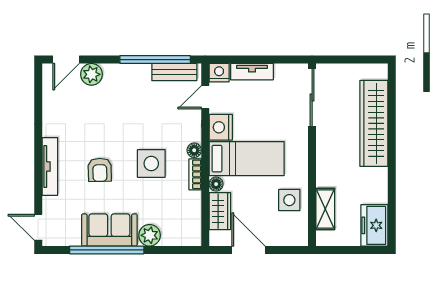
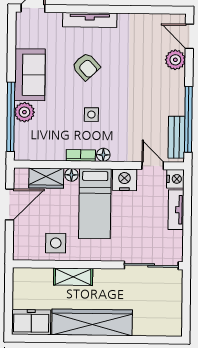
wardrobe: (374, 123) -> (92, 322), moved
side table: (151, 164) -> (91, 115), width x0.54, depth x0.54
armchair: (100, 170) -> (86, 66), turned -132
shelving: (325, 209) -> (73, 277), moved
window: (107, 250) -> (11, 117), moved

